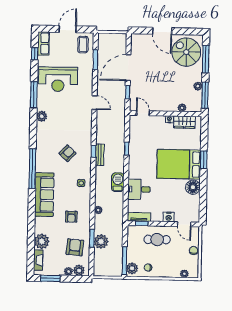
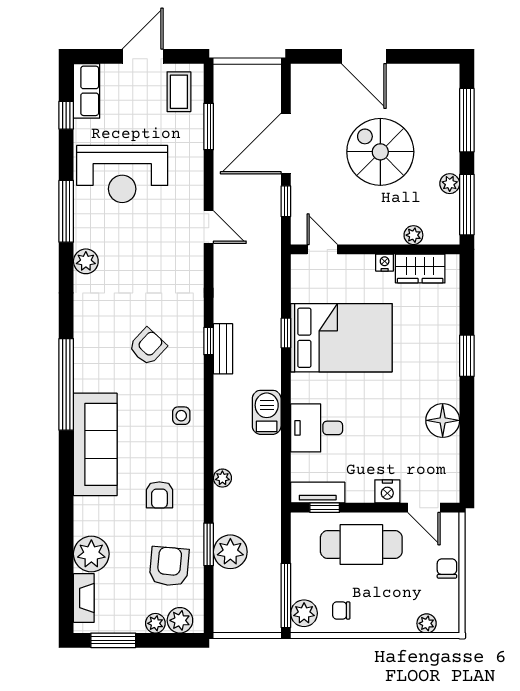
spiral stairs: (186, 52) -> (380, 152), moved
bed: (179, 164) -> (341, 338), moved, turned 180
cafe table: (157, 240) -> (361, 545), width x1.37, depth x1.35

